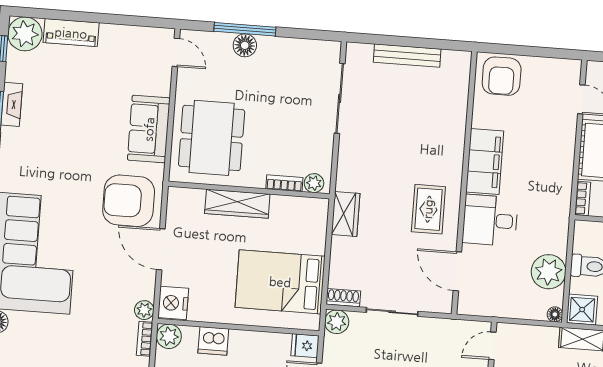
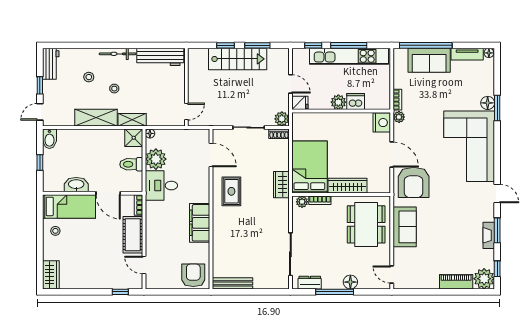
window: (245, 29) -> (335, 292), moved
dresser: (312, 50) -> (310, 283), added
bench: (407, 56) -> (233, 283), moved
armchair: (129, 201) -> (414, 182), turned 90
desk: (490, 220) -> (161, 186), moved, turned 180
bed: (280, 282) -> (309, 167), moved, turned -90
plant: (169, 336) -> (338, 102), moved

